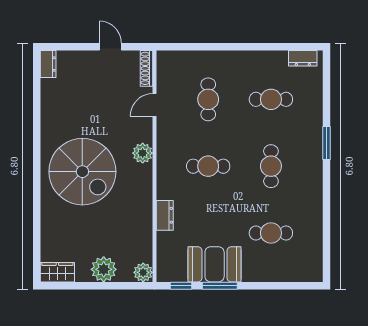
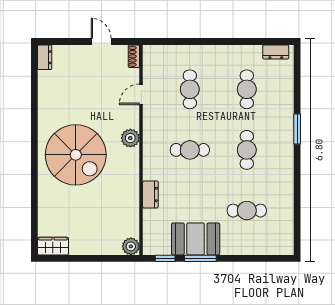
shoe rack: (147, 68) -> (134, 56), width x0.70
cafe table: (271, 99) -> (247, 89), turned 90
plant: (104, 269) -> (95, 243), removed

